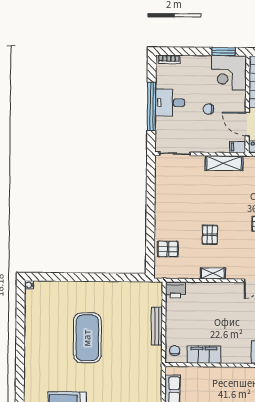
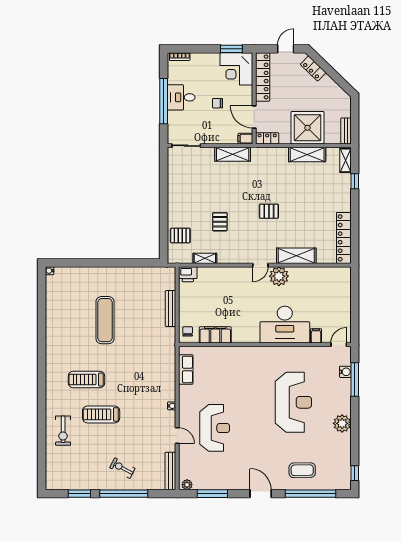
shelving: (213, 273) -> (205, 258), moved
exercise mat: (87, 338) -> (105, 320), width x0.68

